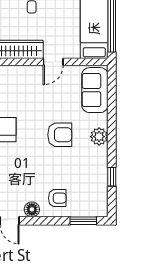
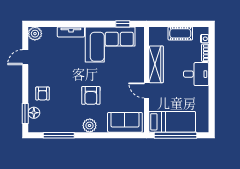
window: (112, 177) -> (59, 135), width x2.17
floor lamp: (32, 209) -> (34, 113), moved

